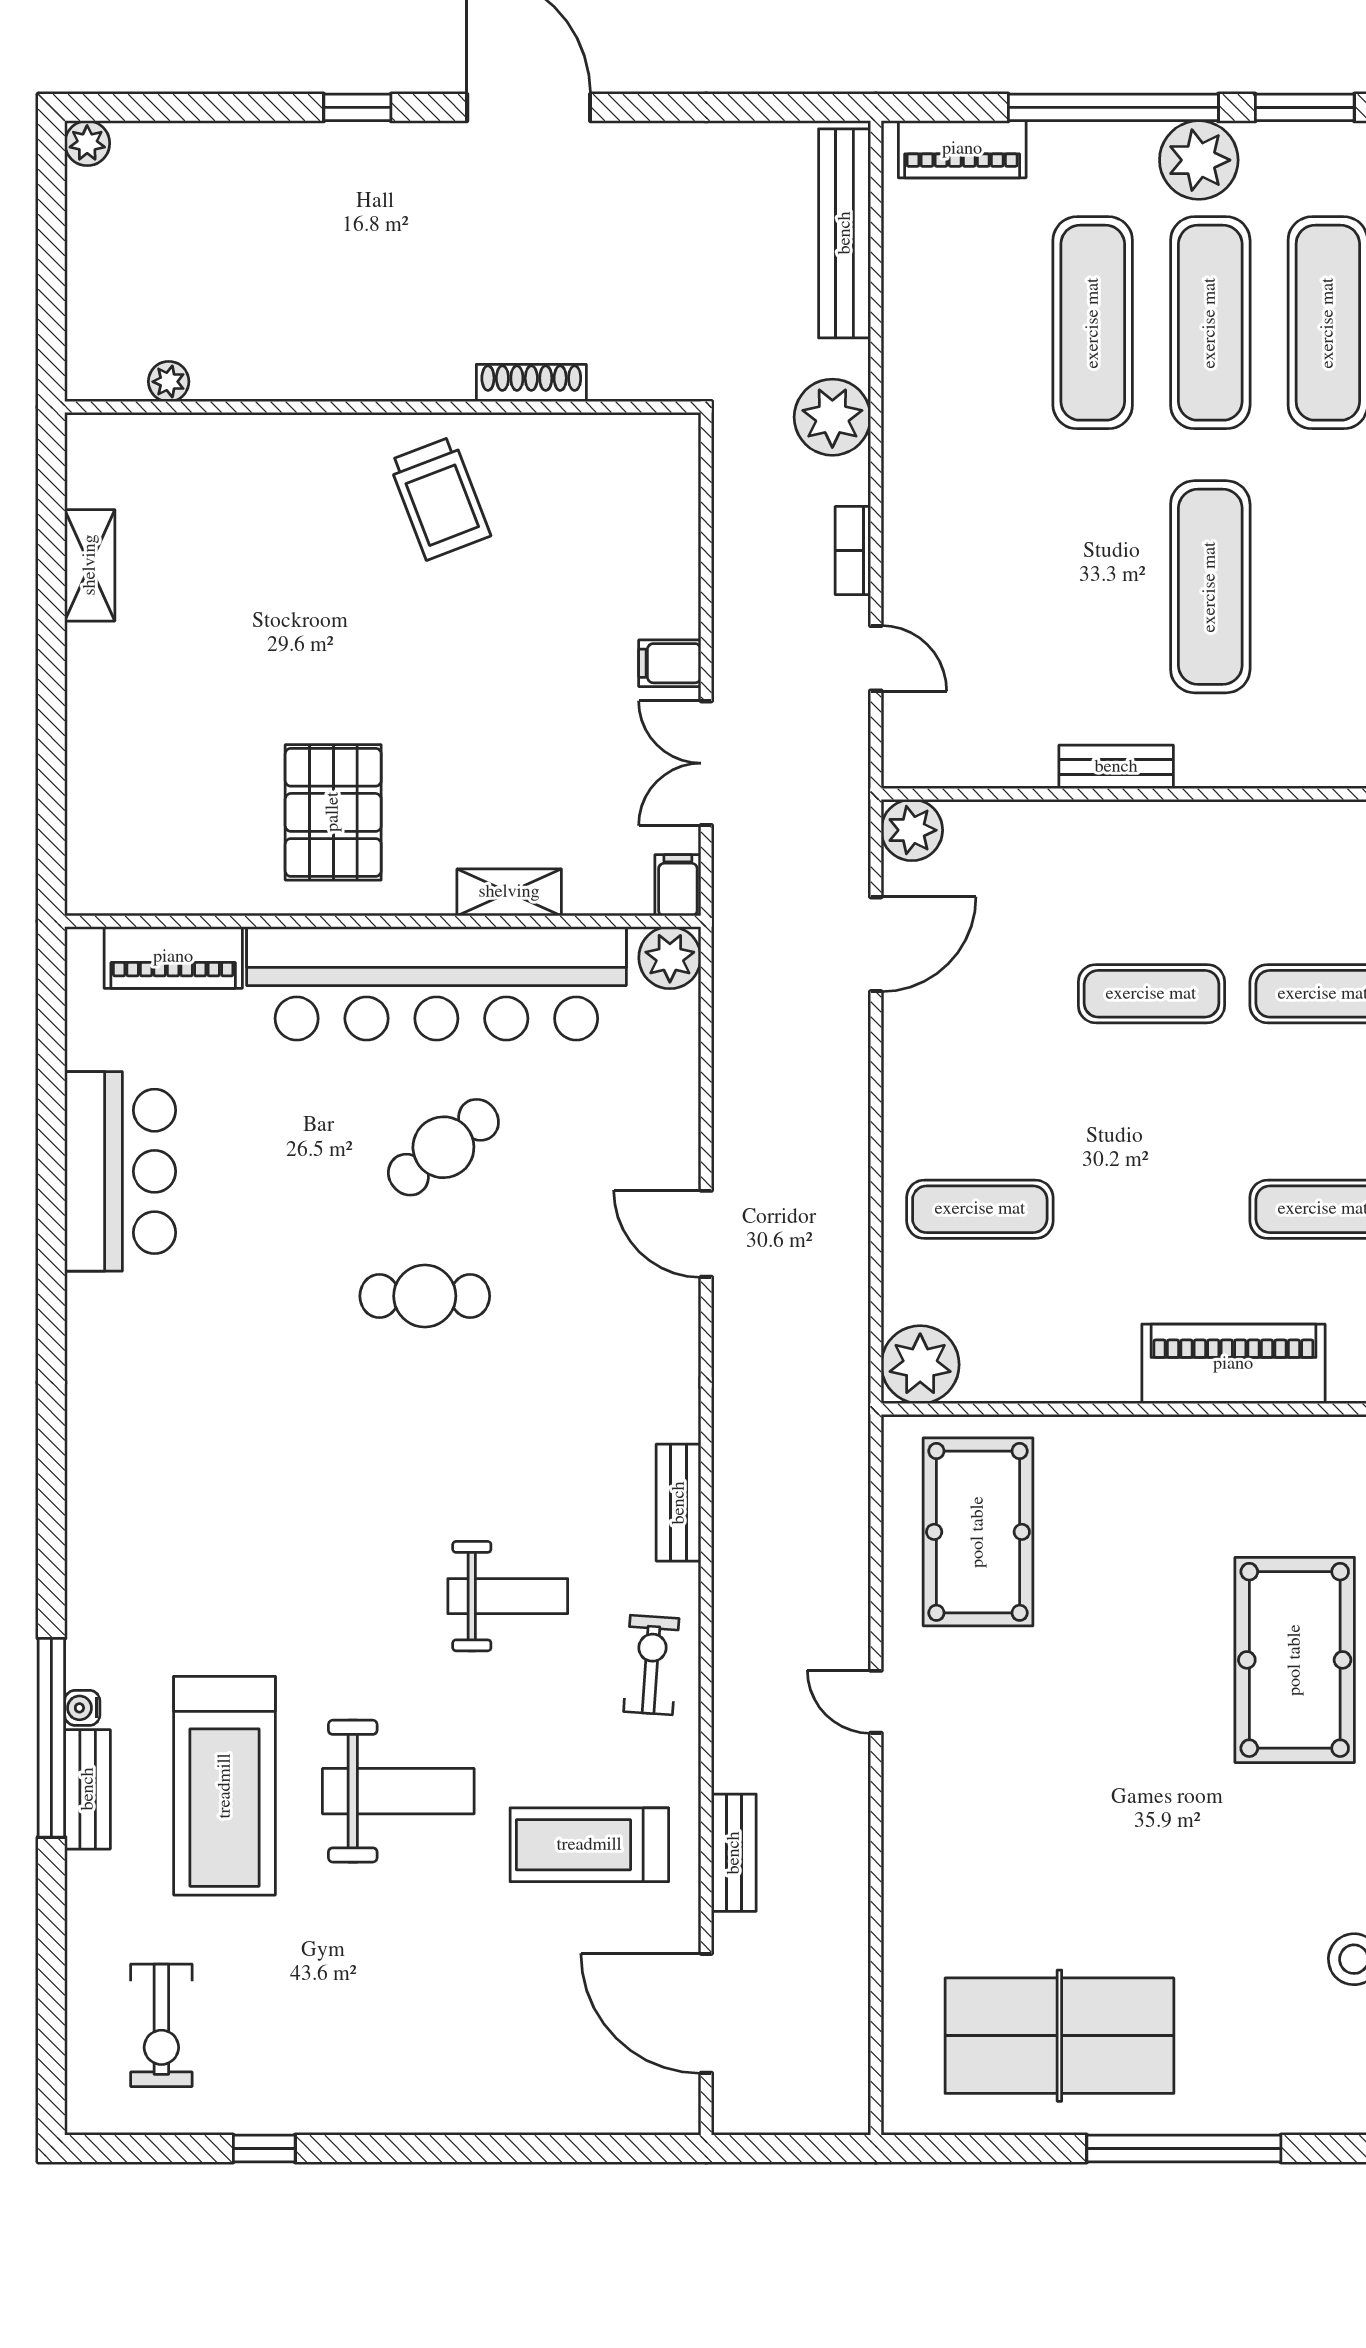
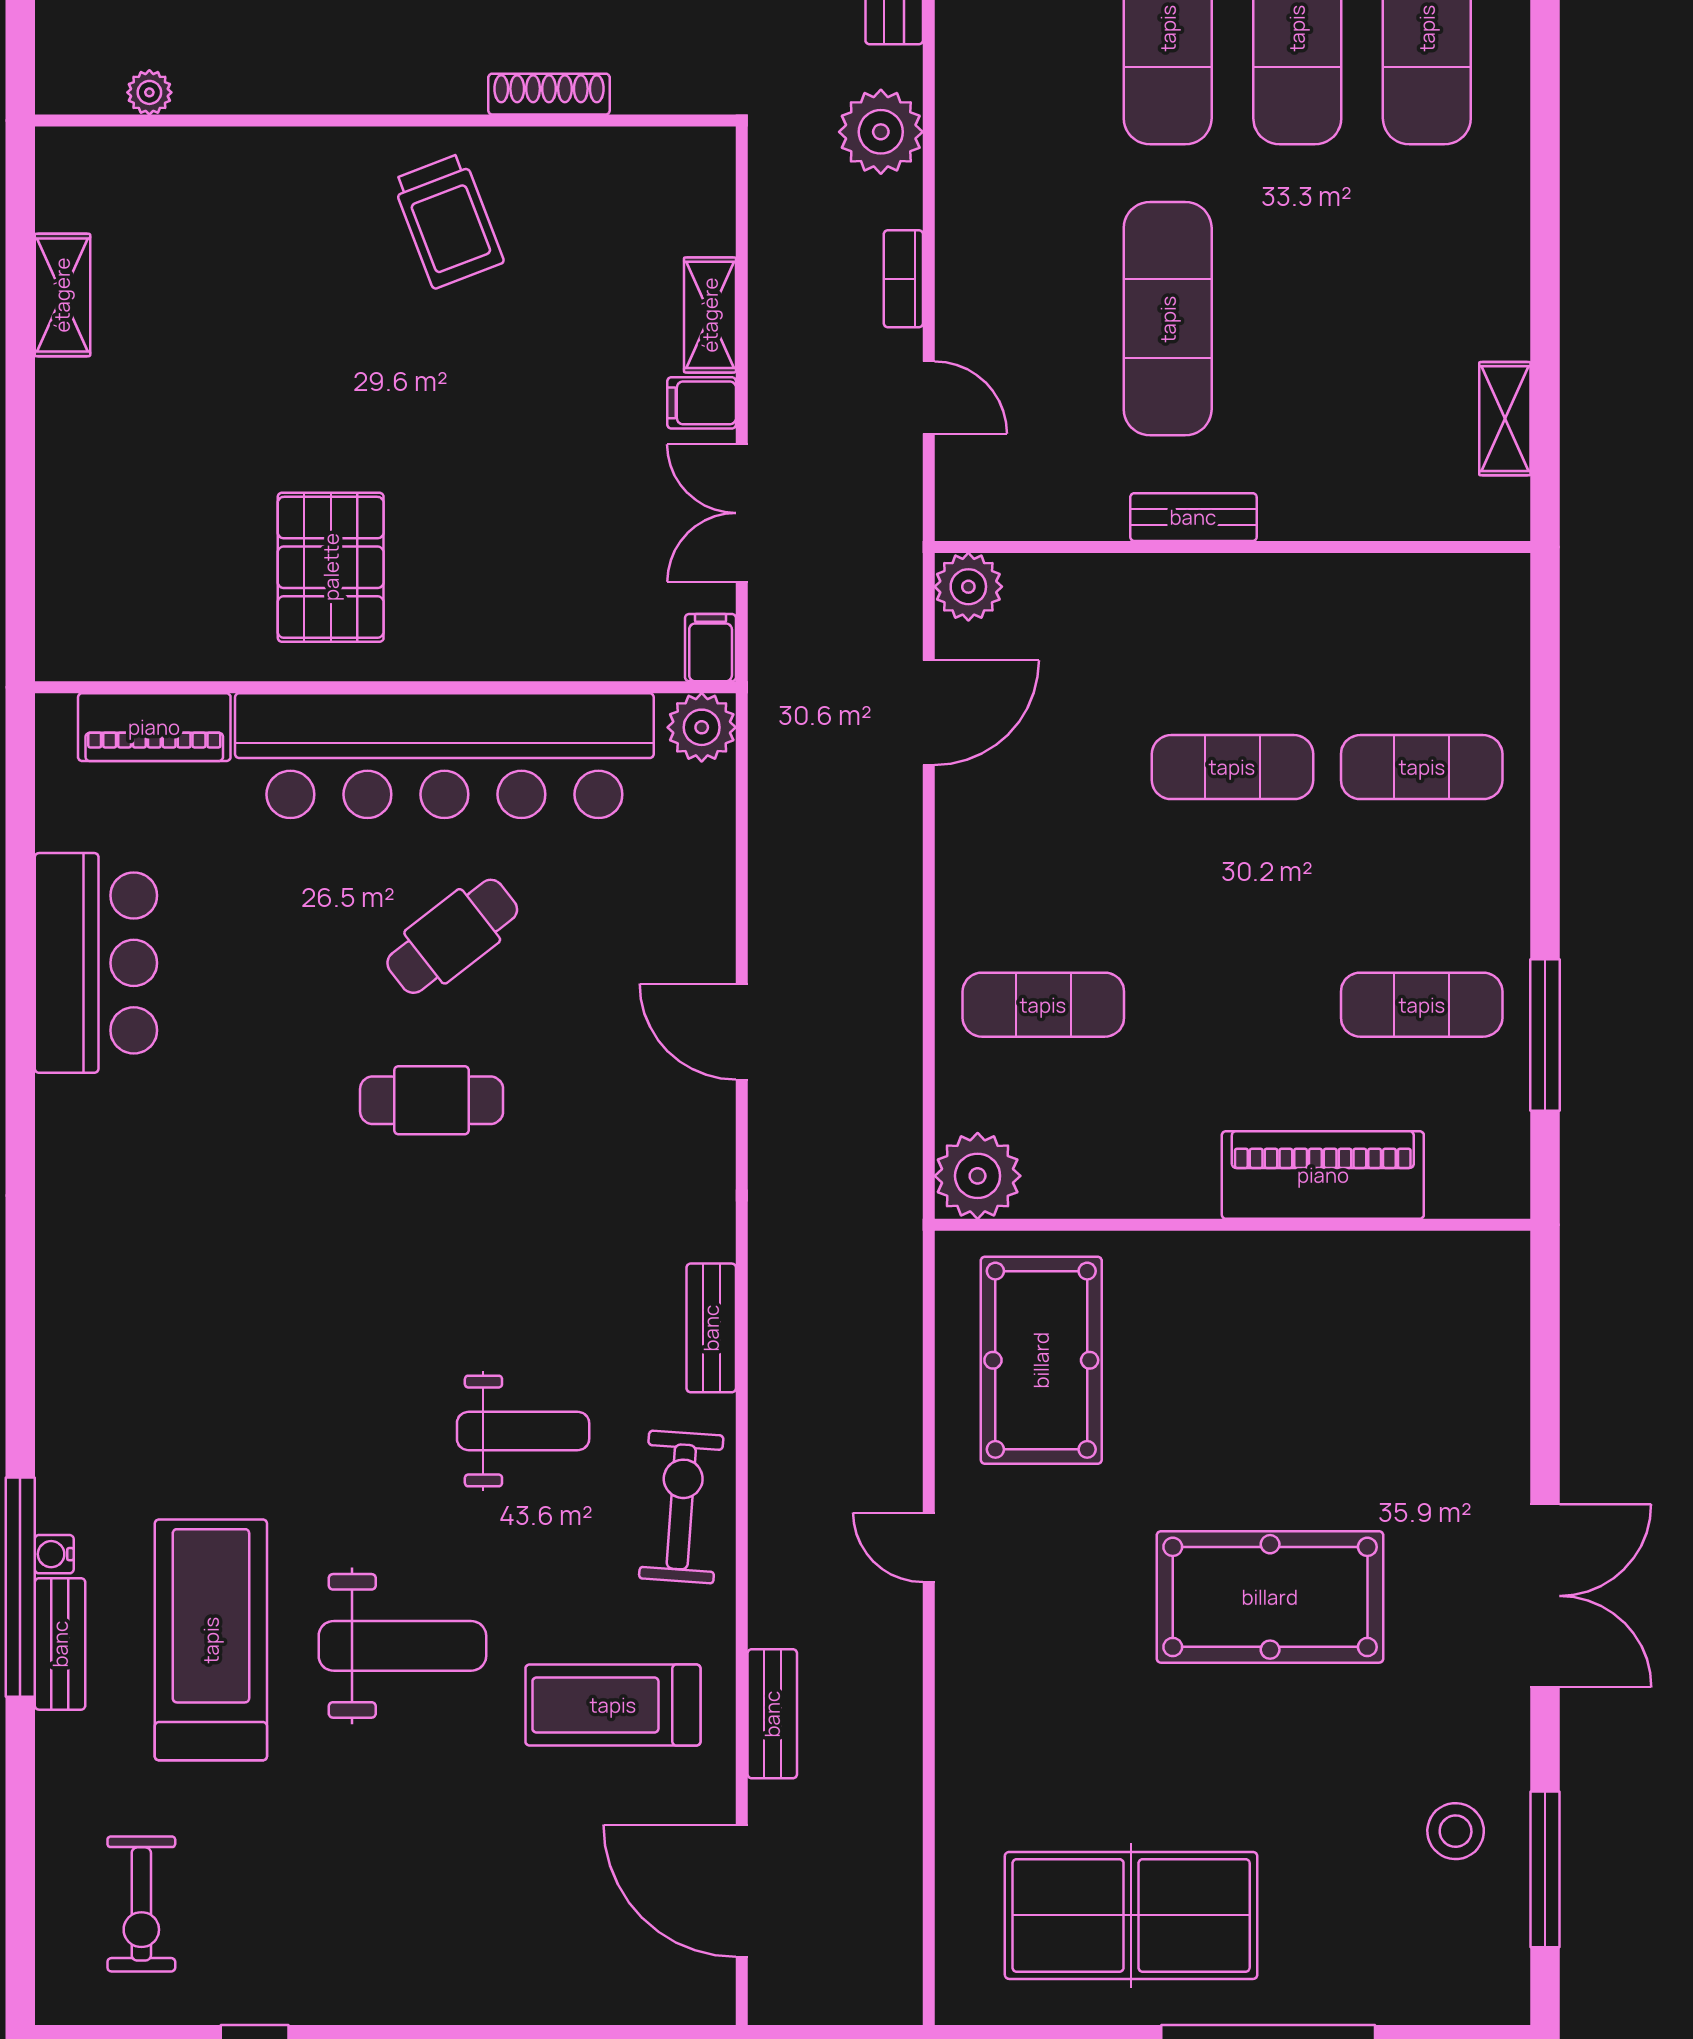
exercise mat: (1210, 587) -> (1168, 319), moved
shelving: (509, 892) -> (710, 315), moved, turned 90
pool table: (1295, 1660) -> (1270, 1597), moved, turned 90
exercise bike: (651, 1665) -> (681, 1507), width x1.38, depth x1.39
treadmill: (225, 1786) -> (211, 1640), turned 180

